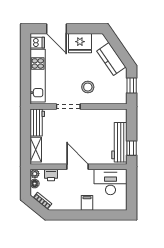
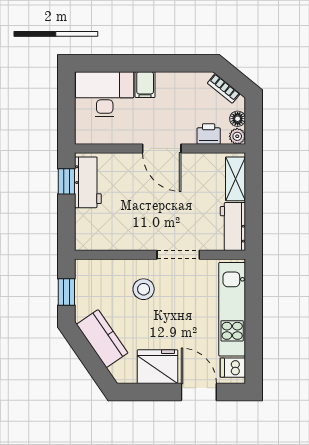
workbench: (119, 142) -> (88, 182), width x0.73
desk: (110, 182) -> (105, 94), moved, turned 180

